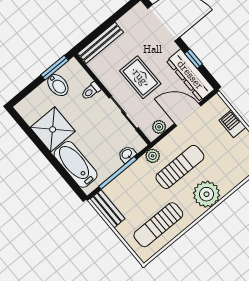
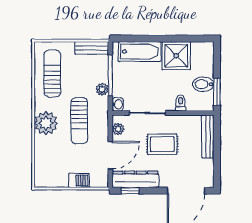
window: (194, 59) -> (130, 191), moved
washbasin: (127, 154) -> (118, 104), moved
plant: (153, 156) -> (102, 89), moved

